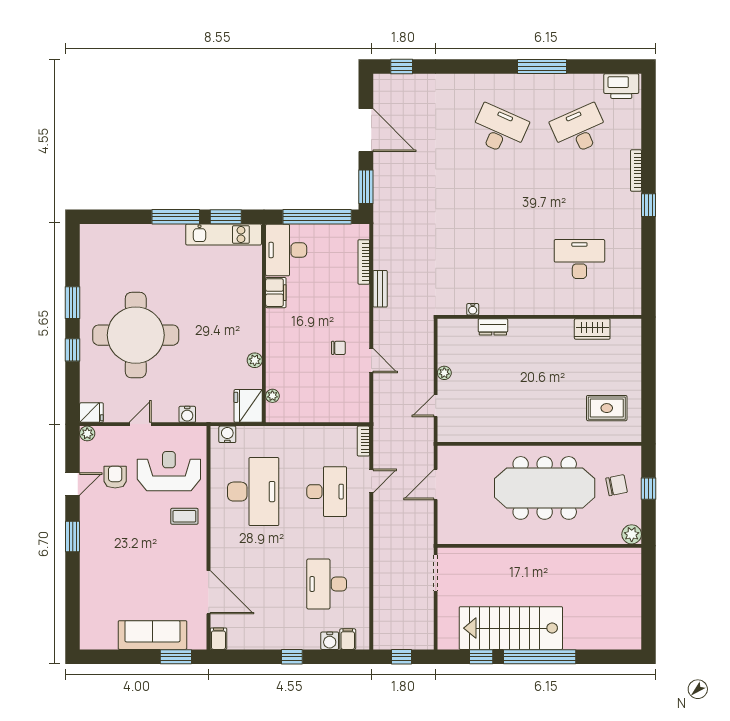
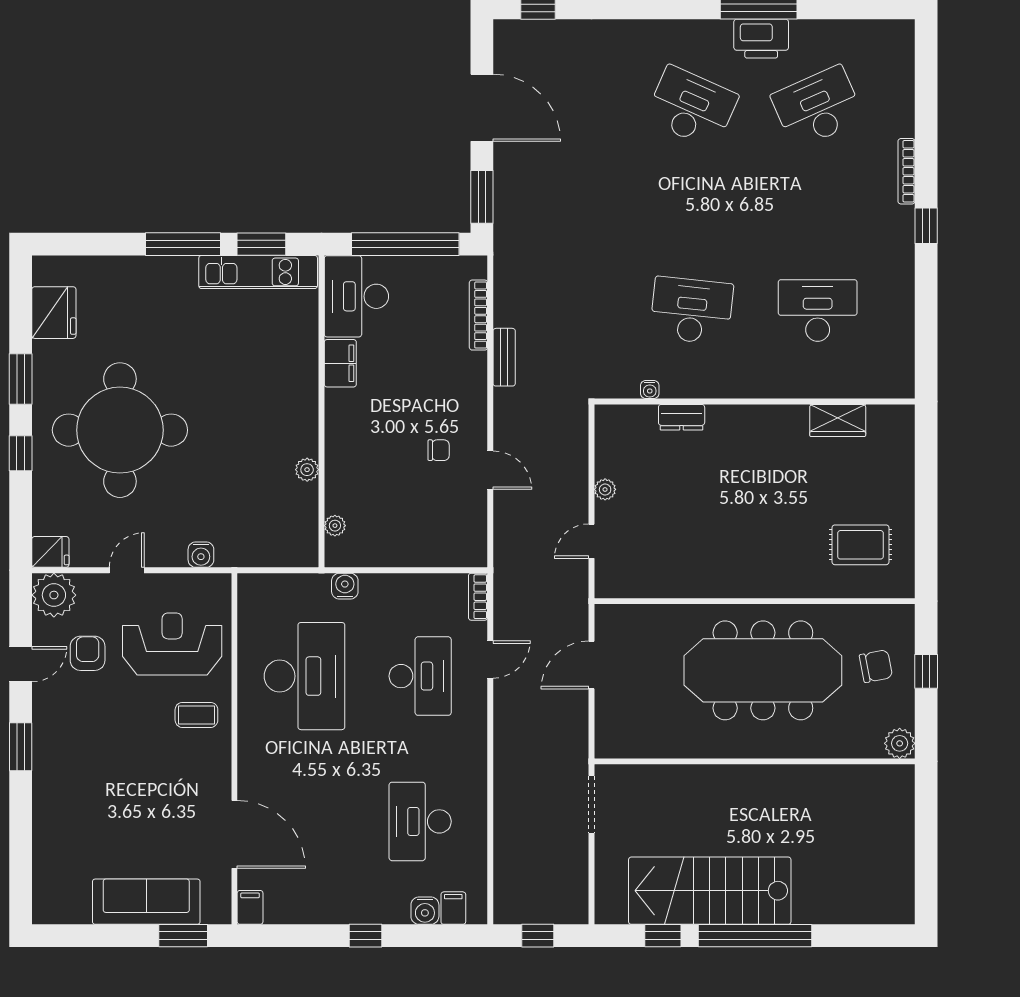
printer: (621, 86) -> (761, 39), moved
desk: (499, 259) -> (692, 311), added
fridge: (248, 406) -> (54, 313), moved, turned 180
plant: (87, 433) -> (54, 595), width x1.87, depth x1.87
water cooler: (227, 434) -> (345, 586), moved

